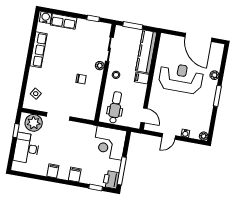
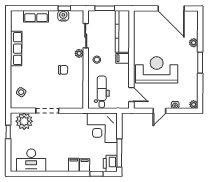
water cooler: (46, 18) -> (63, 16), moved
reception desk: (181, 78) -> (157, 70), moved
desk: (27, 148) -> (31, 160), moved, turned -90
filing cabinet: (53, 171) -> (85, 165), moved

